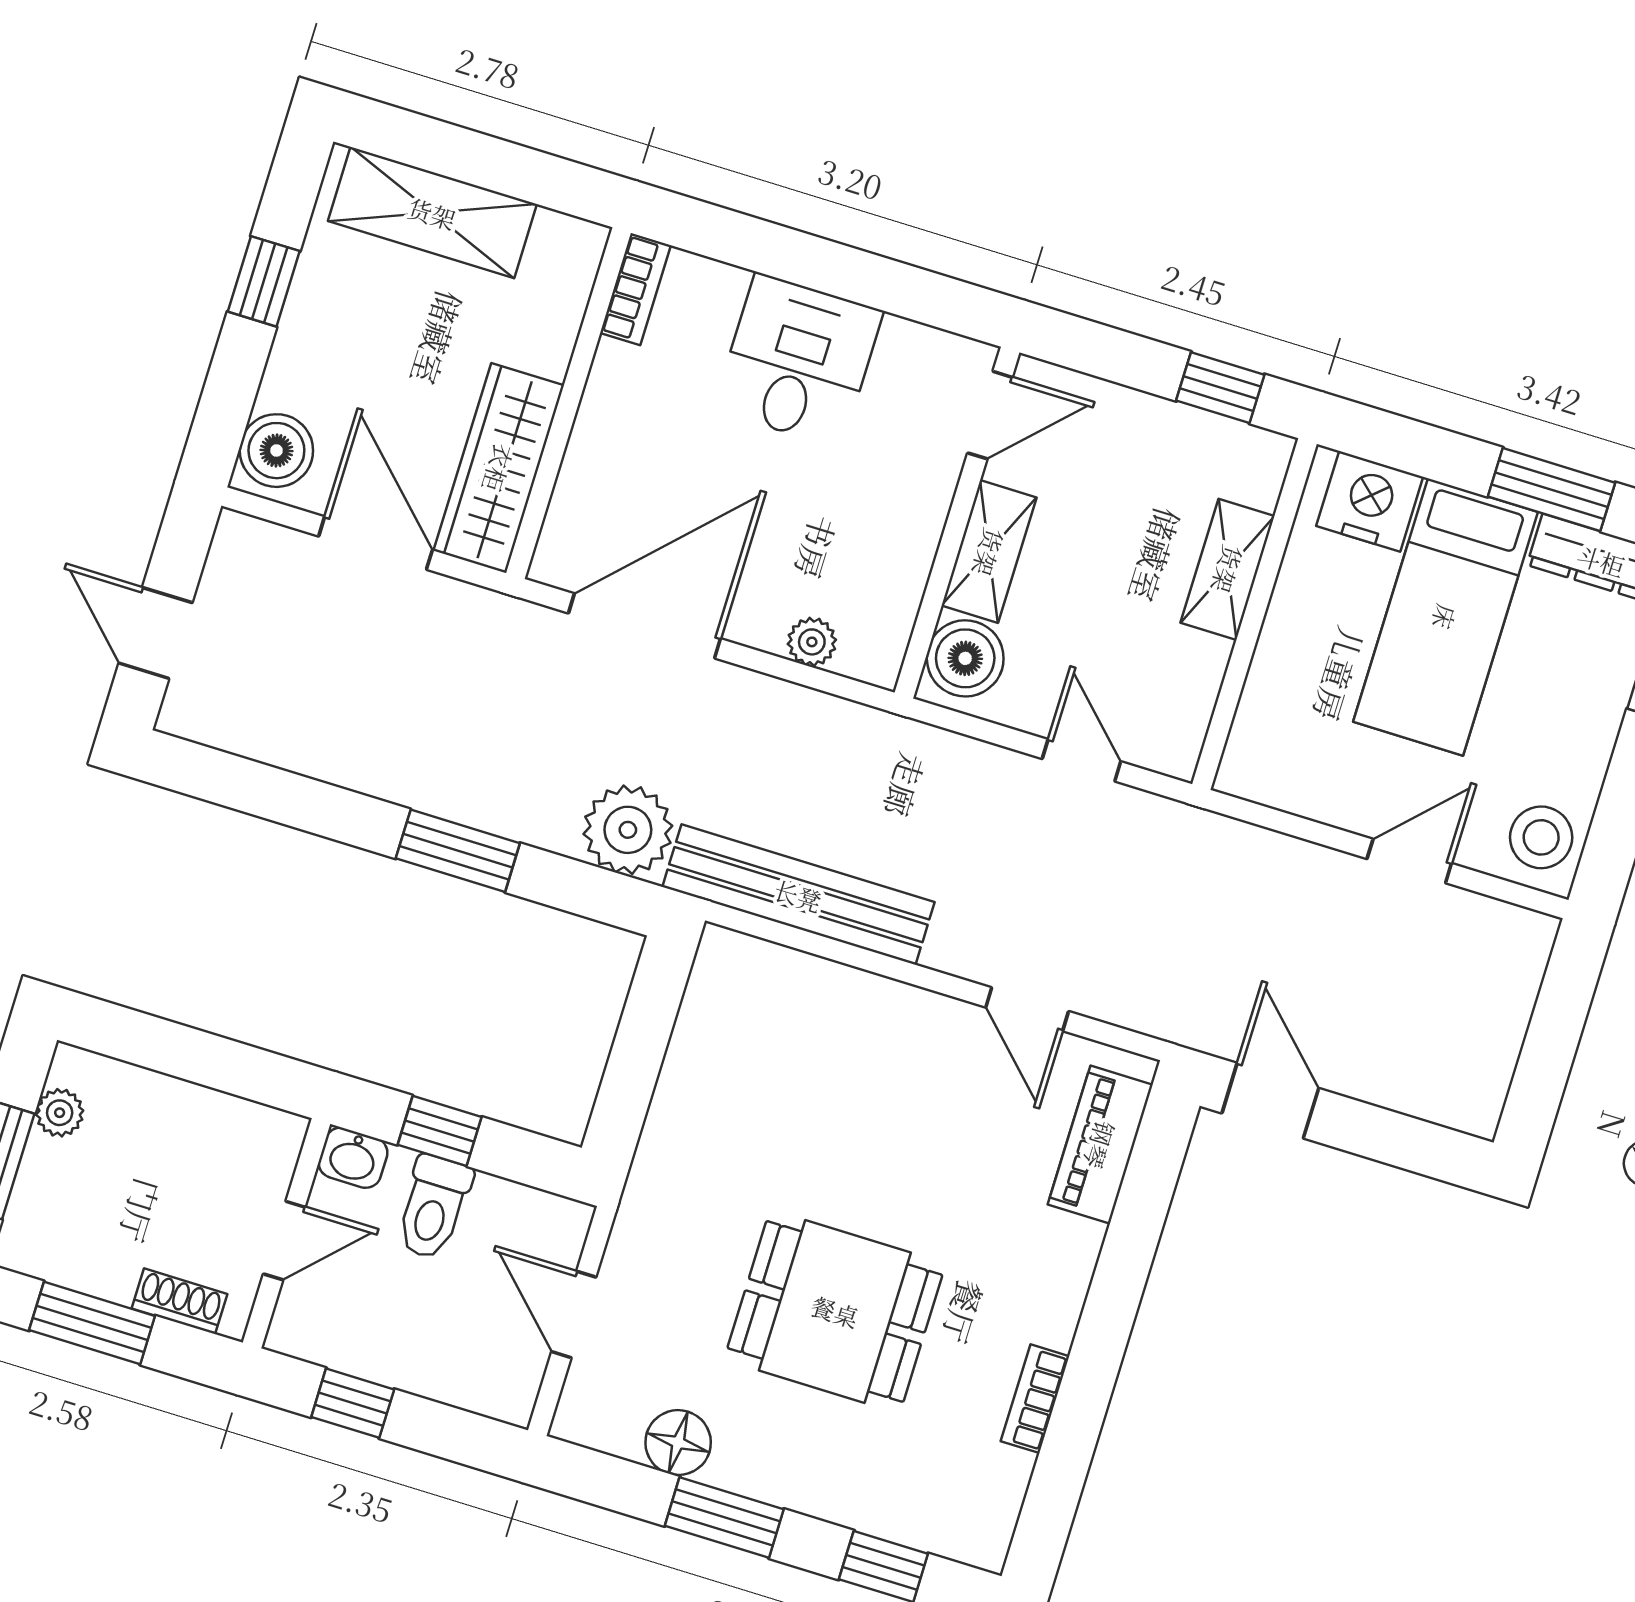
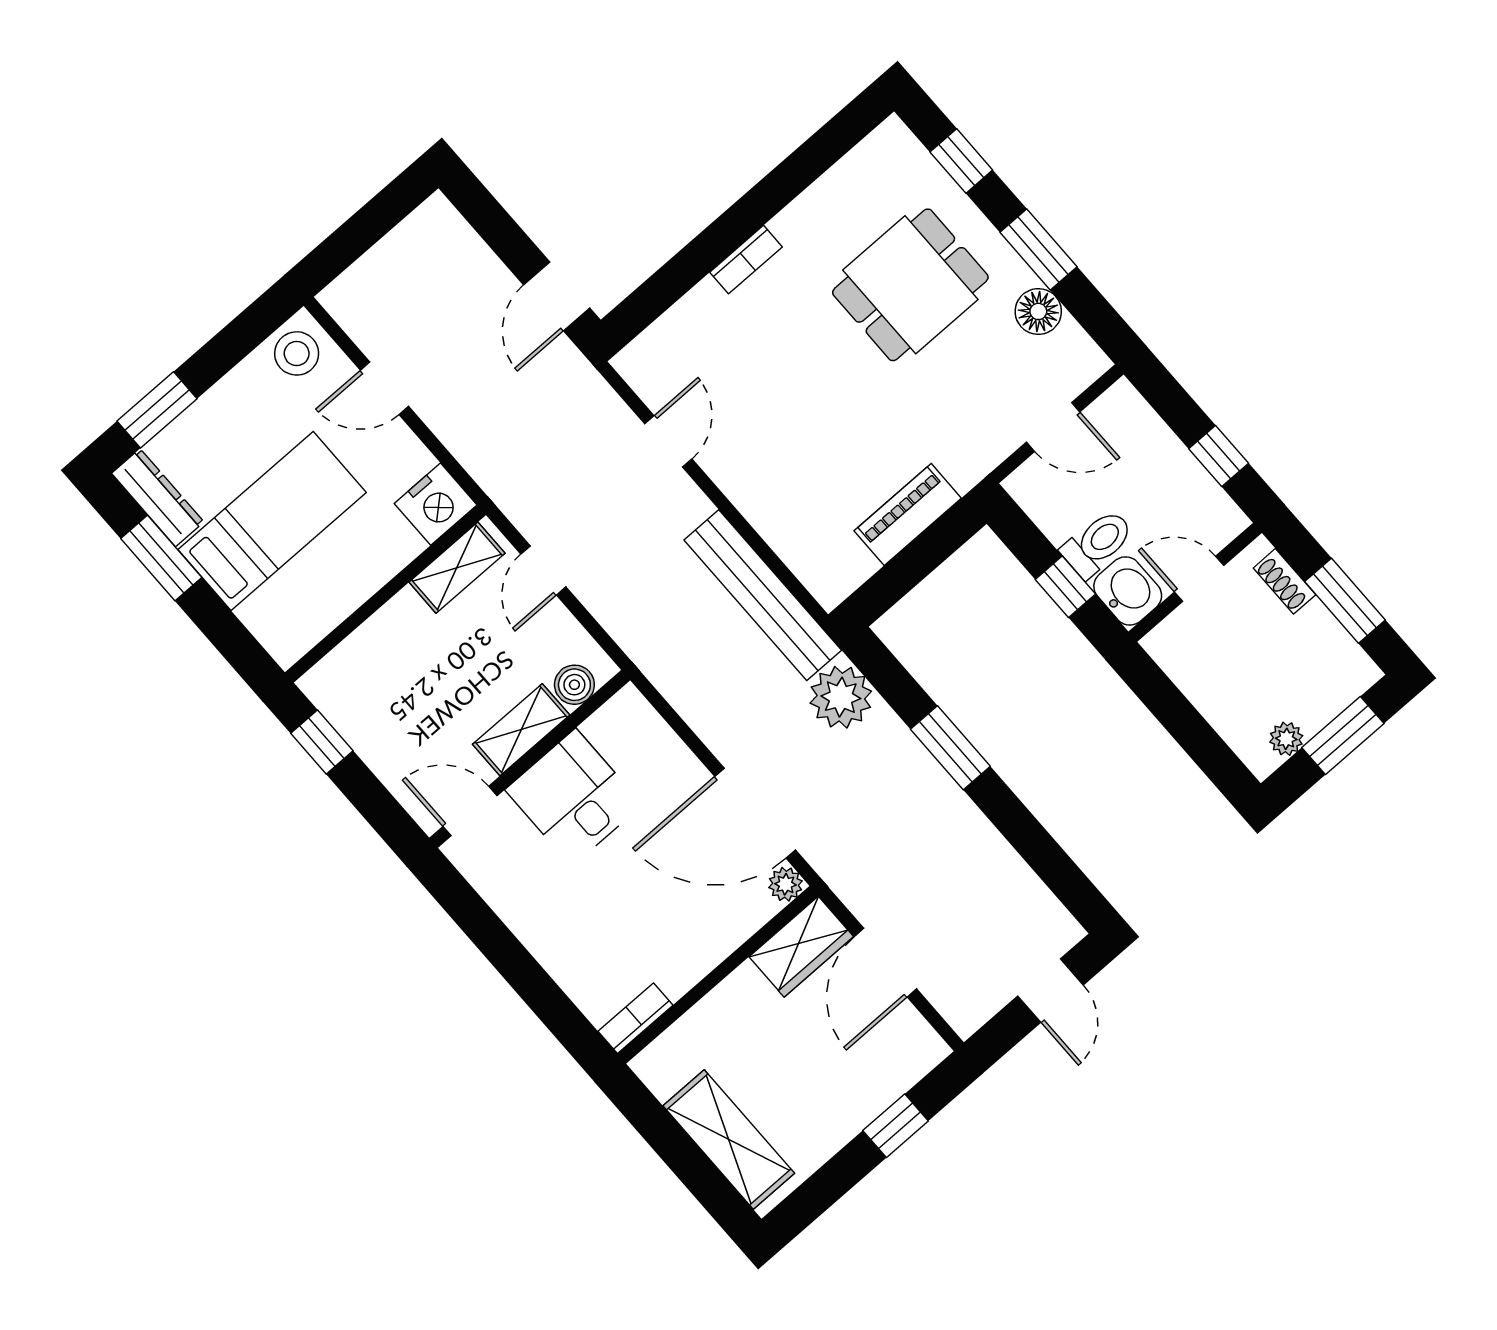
window: (264, 281) -> (896, 1126), moved
desk: (798, 360) -> (574, 797), moved, turned 90
boiler: (276, 451) -> (910, 1055), removed
wardrobe: (499, 468) -> (801, 947), width x0.67
nightstand: (1370, 501) -> (436, 504), moved, turned -90
shelving: (1228, 569) -> (457, 568), moved
plant: (812, 642) -> (785, 884), moved
boiler: (965, 658) -> (574, 685), width x0.73, depth x0.73
piano: (1100, 1145) -> (908, 514), moved, turned 180
washbasin: (353, 1158) -> (1128, 591), width x1.38, depth x1.45
dining table: (835, 1311) -> (910, 285), moved, turned 90
door: (574, 1314) -> (1053, 427), hinge flipped
bookcase: (1035, 1399) -> (746, 260), moved

